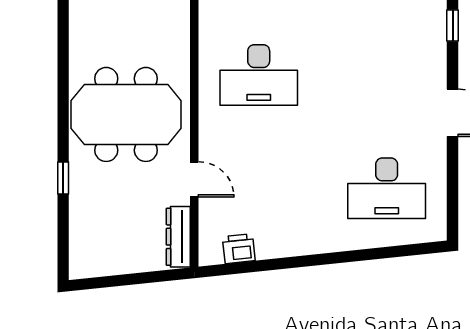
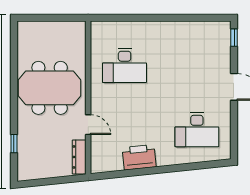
window: (63, 178) -> (14, 144), moved
printer: (239, 249) -> (139, 157), moved, width x1.87, depth x1.48

